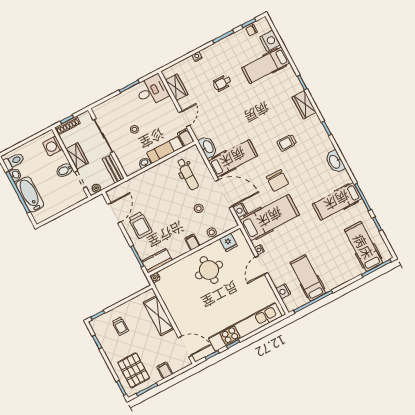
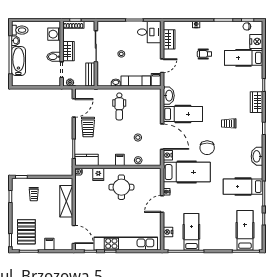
dental chair: (188, 174) -> (119, 106), moved
fridge: (228, 242) -> (98, 174), moved

